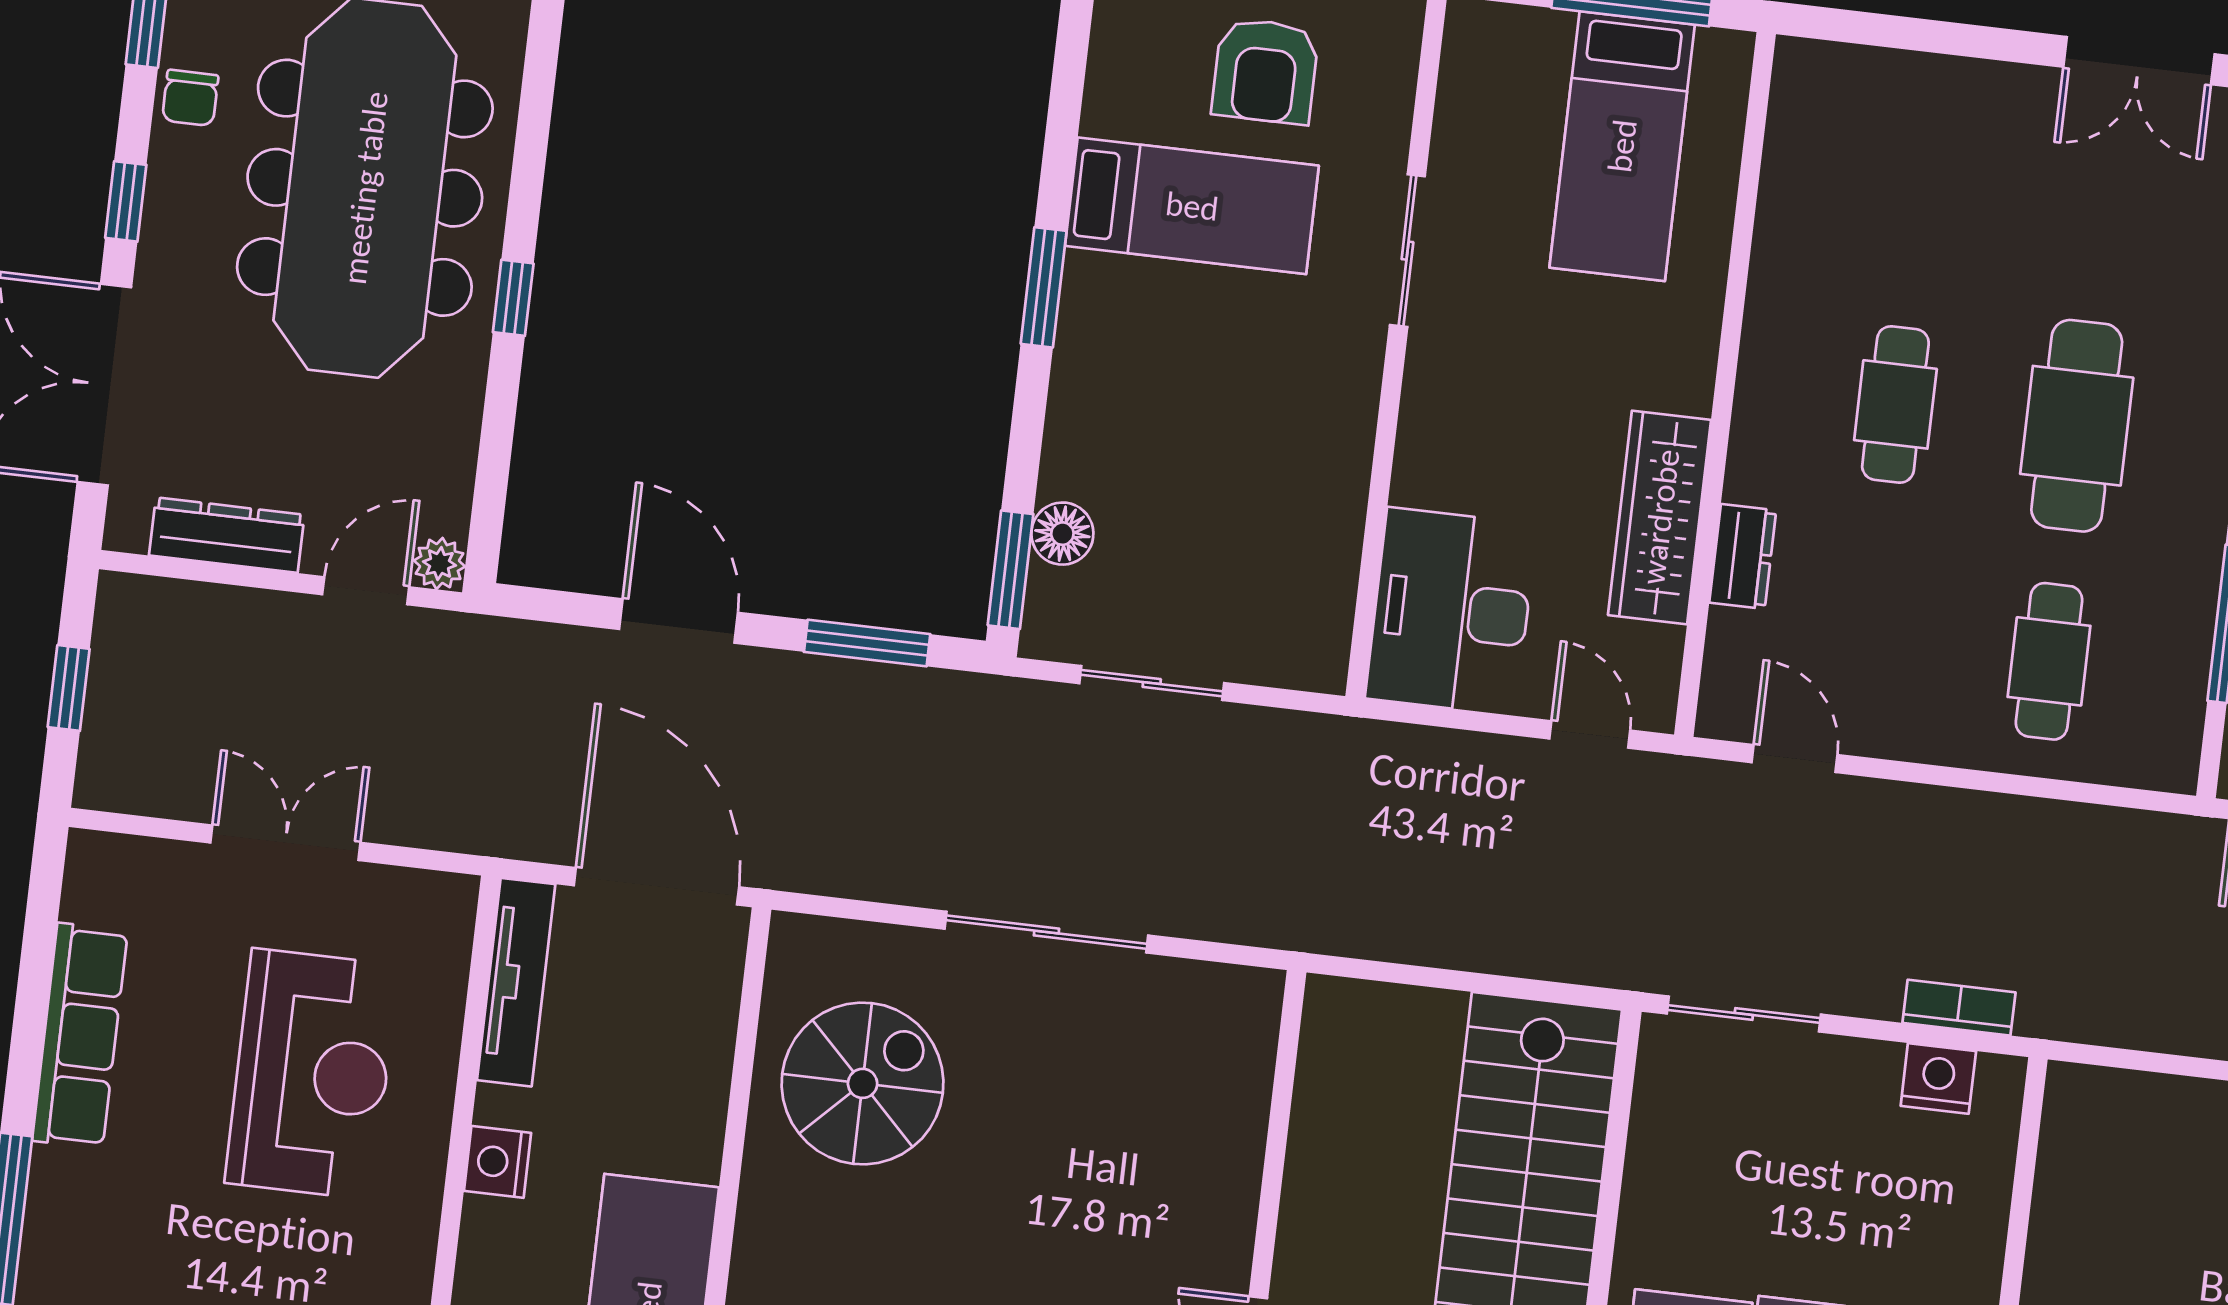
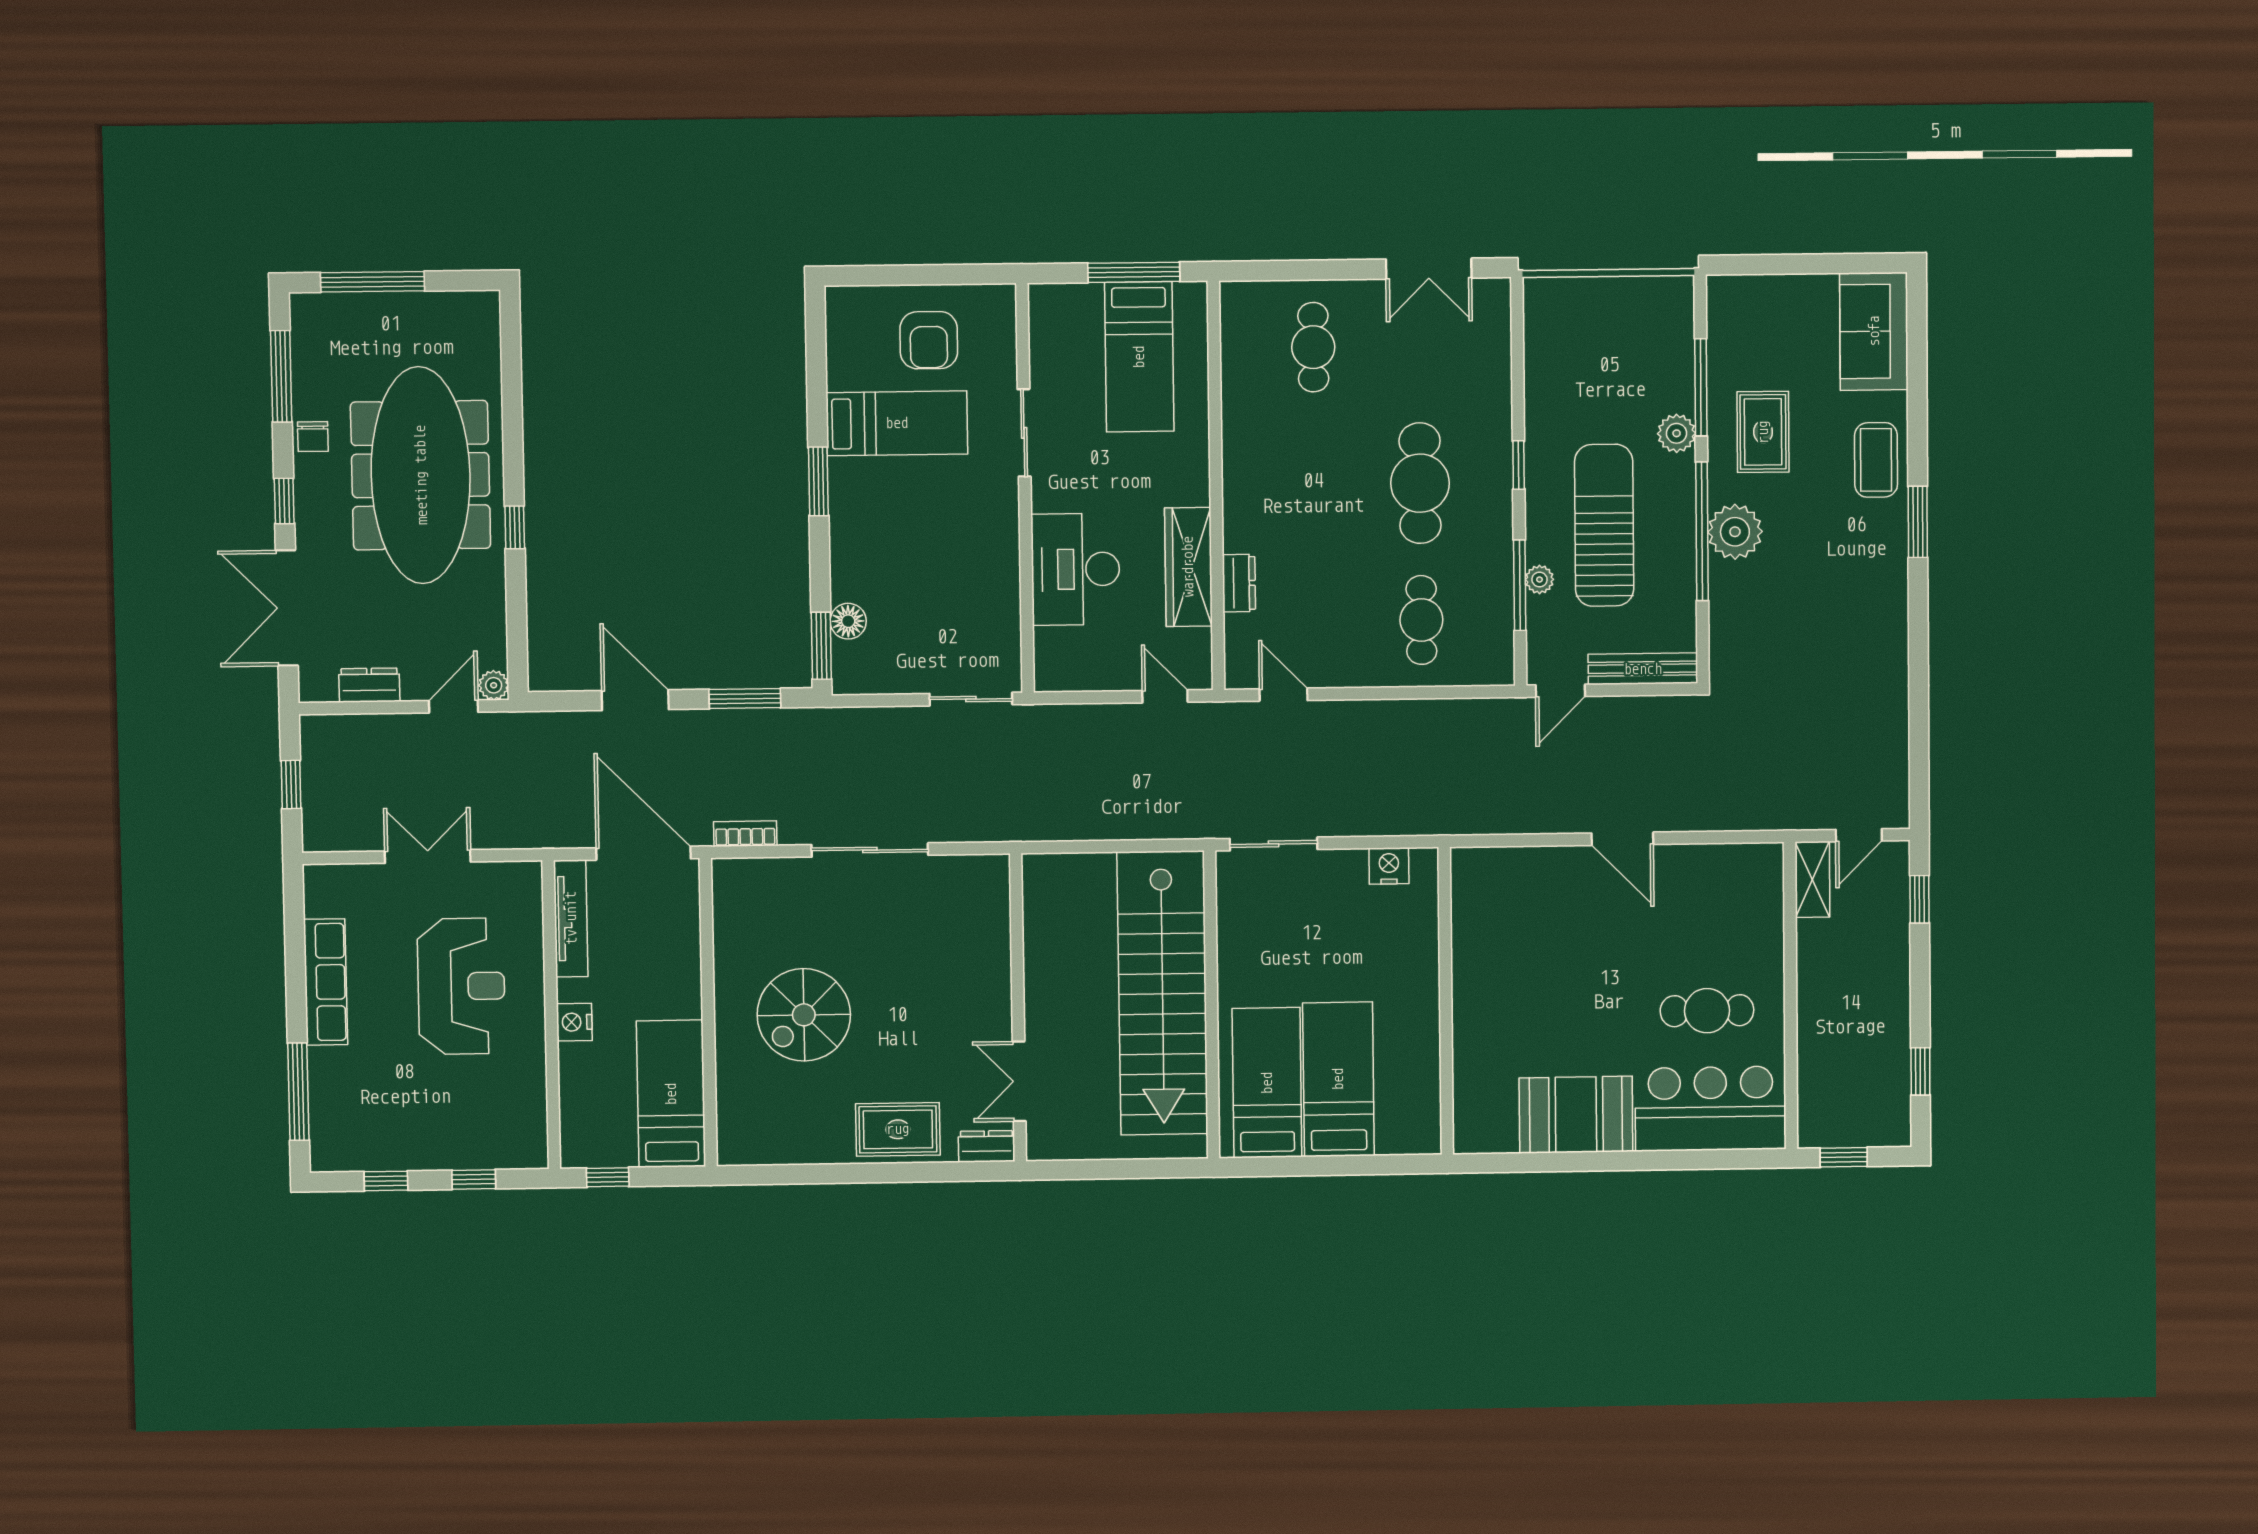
cafe table: (1895, 404) -> (1313, 347), moved
dresser: (227, 535) -> (369, 685), width x0.70
desk: (1451, 611) -> (1076, 569), moved
sliding door: (1152, 683) -> (971, 699), moved
bookcase: (1959, 1008) -> (745, 834), moved
spiral stairs: (863, 1083) -> (804, 1015), moved, turned 180

